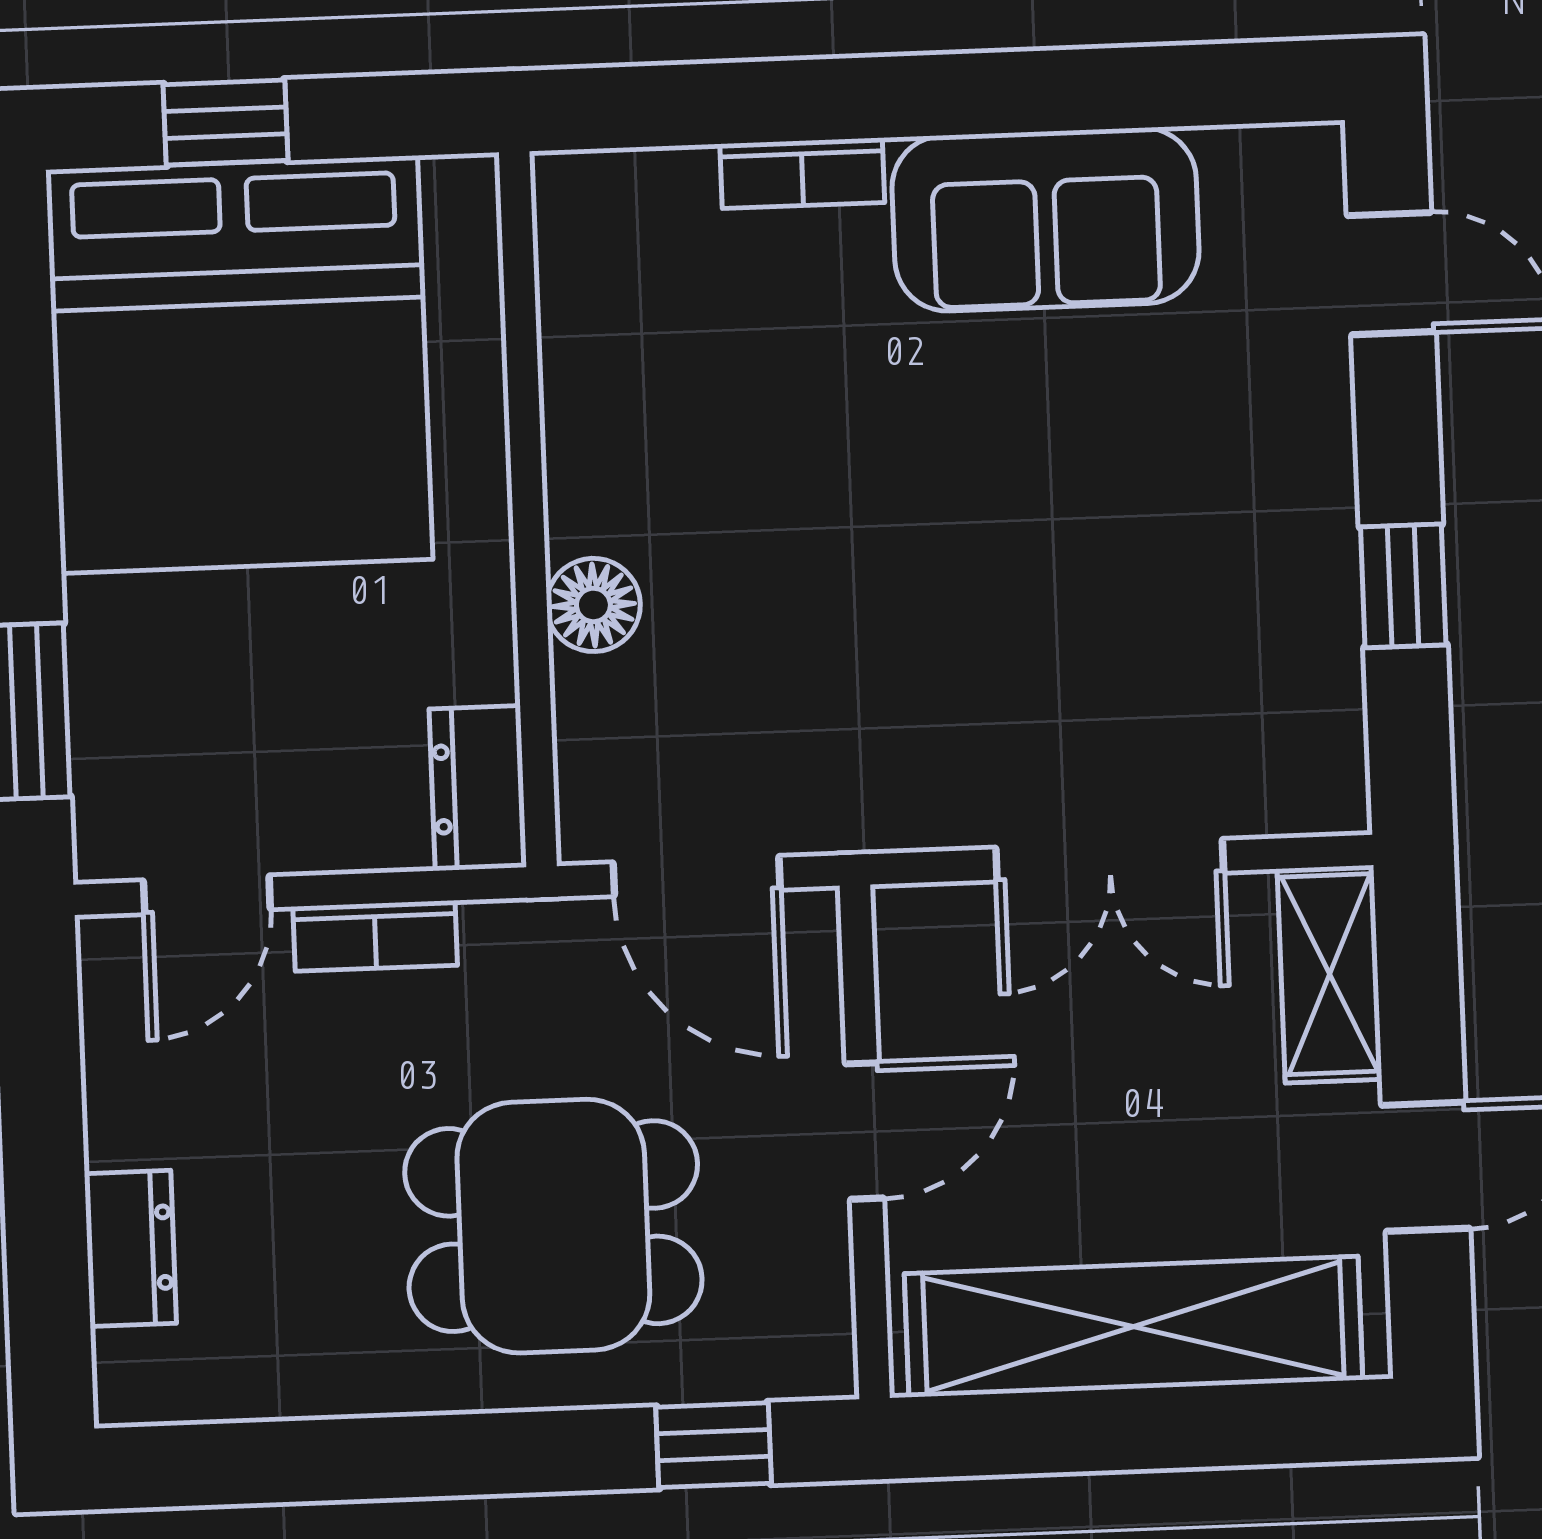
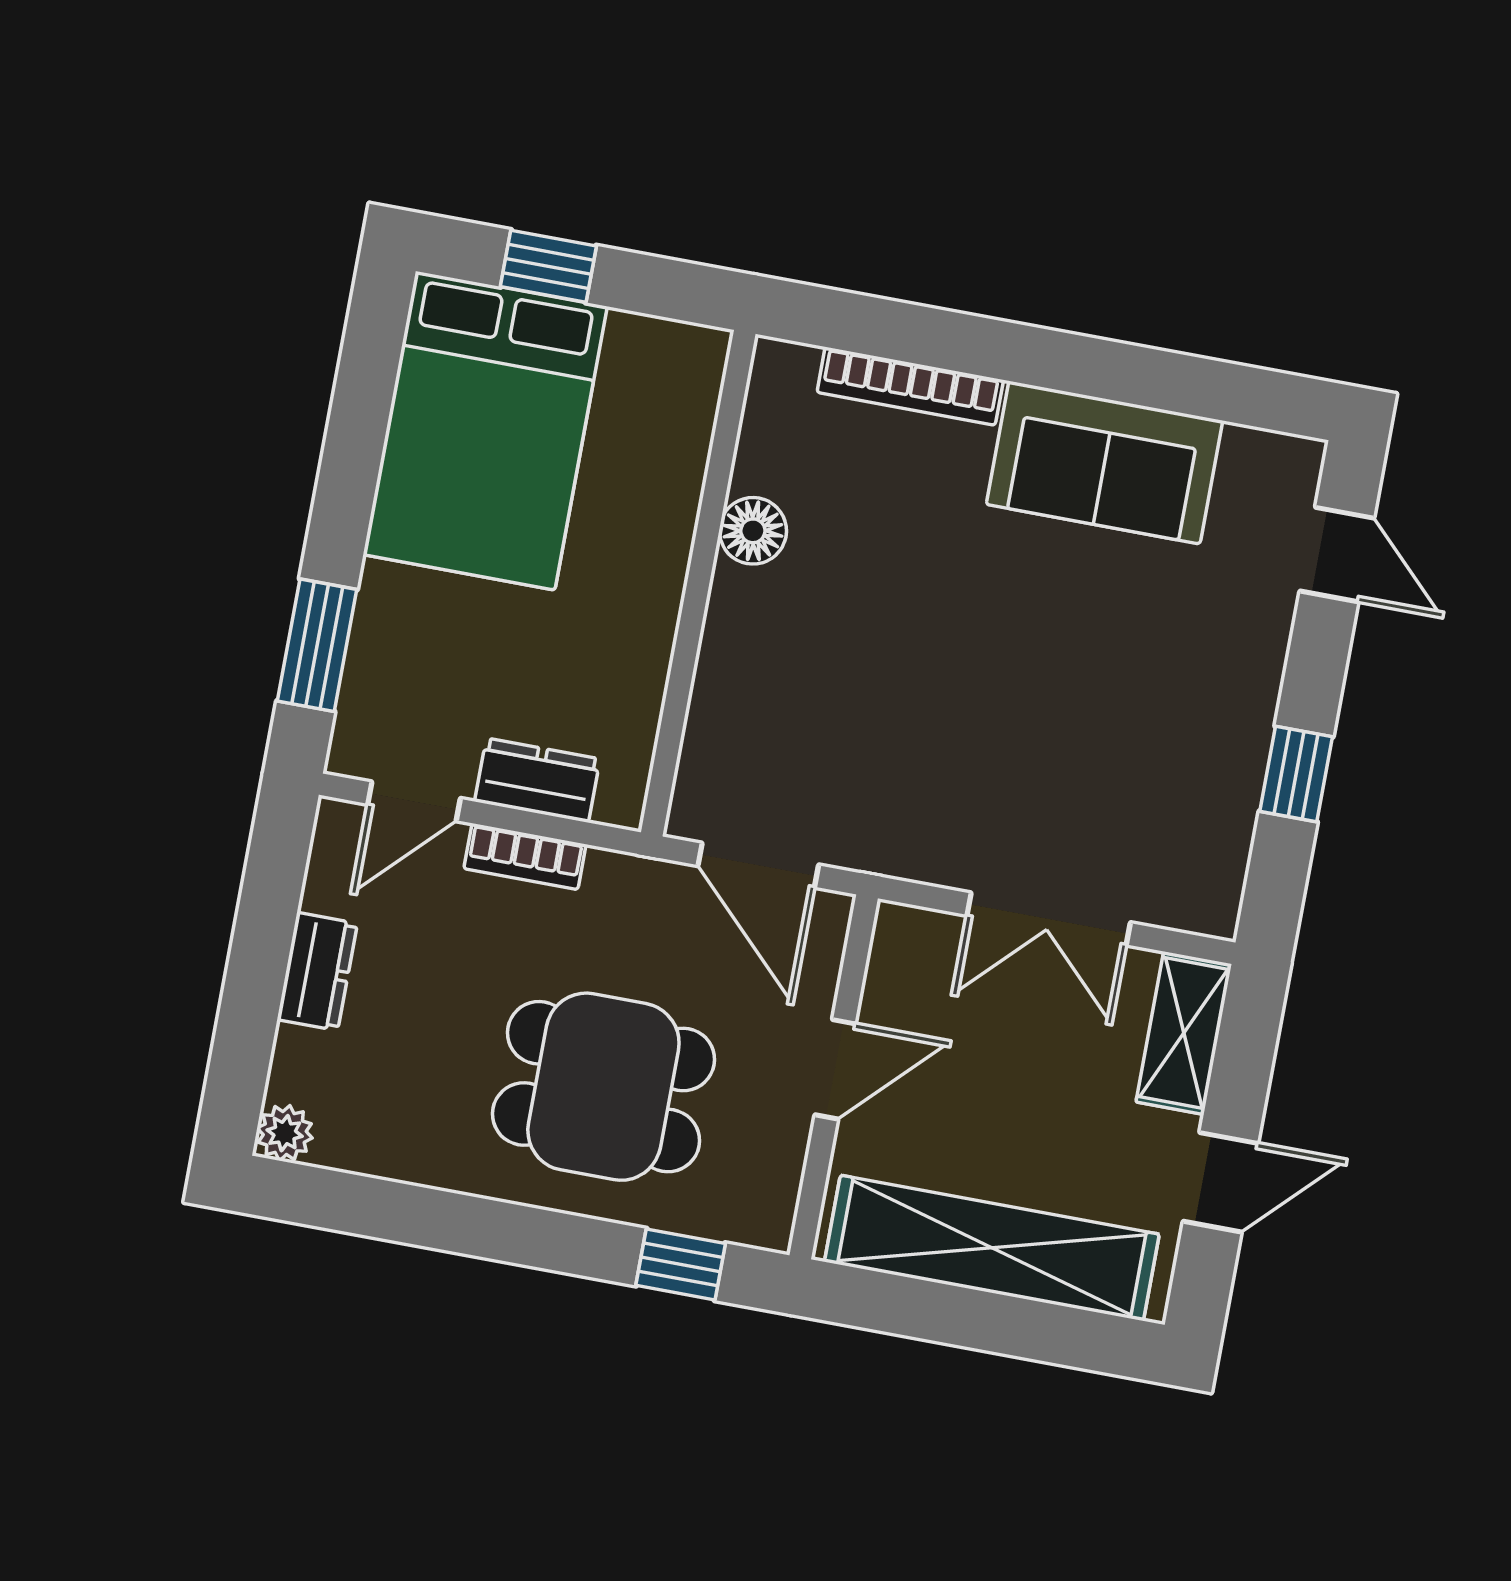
bookcase: (802, 173) -> (910, 386), width x1.56
bed: (239, 365) -> (485, 431), width x0.73
floor lamp: (593, 605) -> (753, 531), moved
dresser: (478, 788) -> (537, 780), moved, turned 90
dresser: (130, 1248) -> (317, 971), moved
plant: (132, 1388) -> (285, 1133), added

